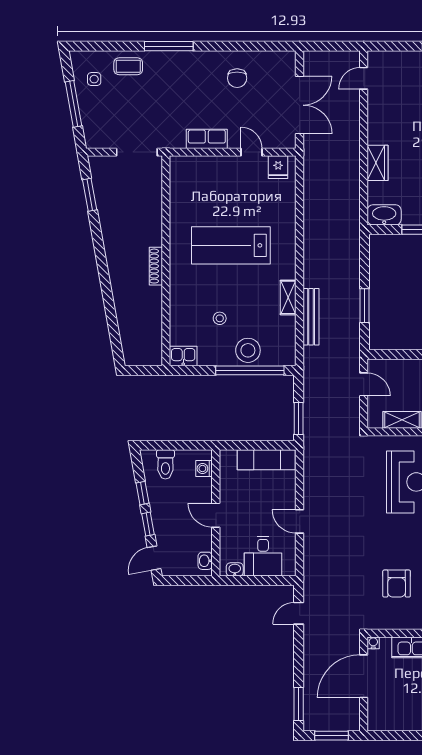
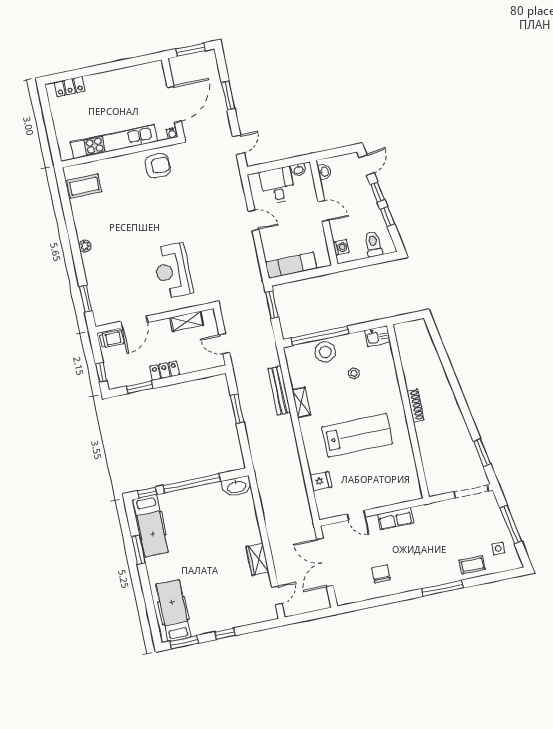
doorway: (137, 152) -> (471, 491), moved
wardrobe: (378, 163) -> (257, 559), moved
fridge: (278, 167) -> (321, 481), moved, turned 90
armchair: (397, 584) -> (158, 166), moved, turned 90
window: (299, 704) -> (228, 96), moved

